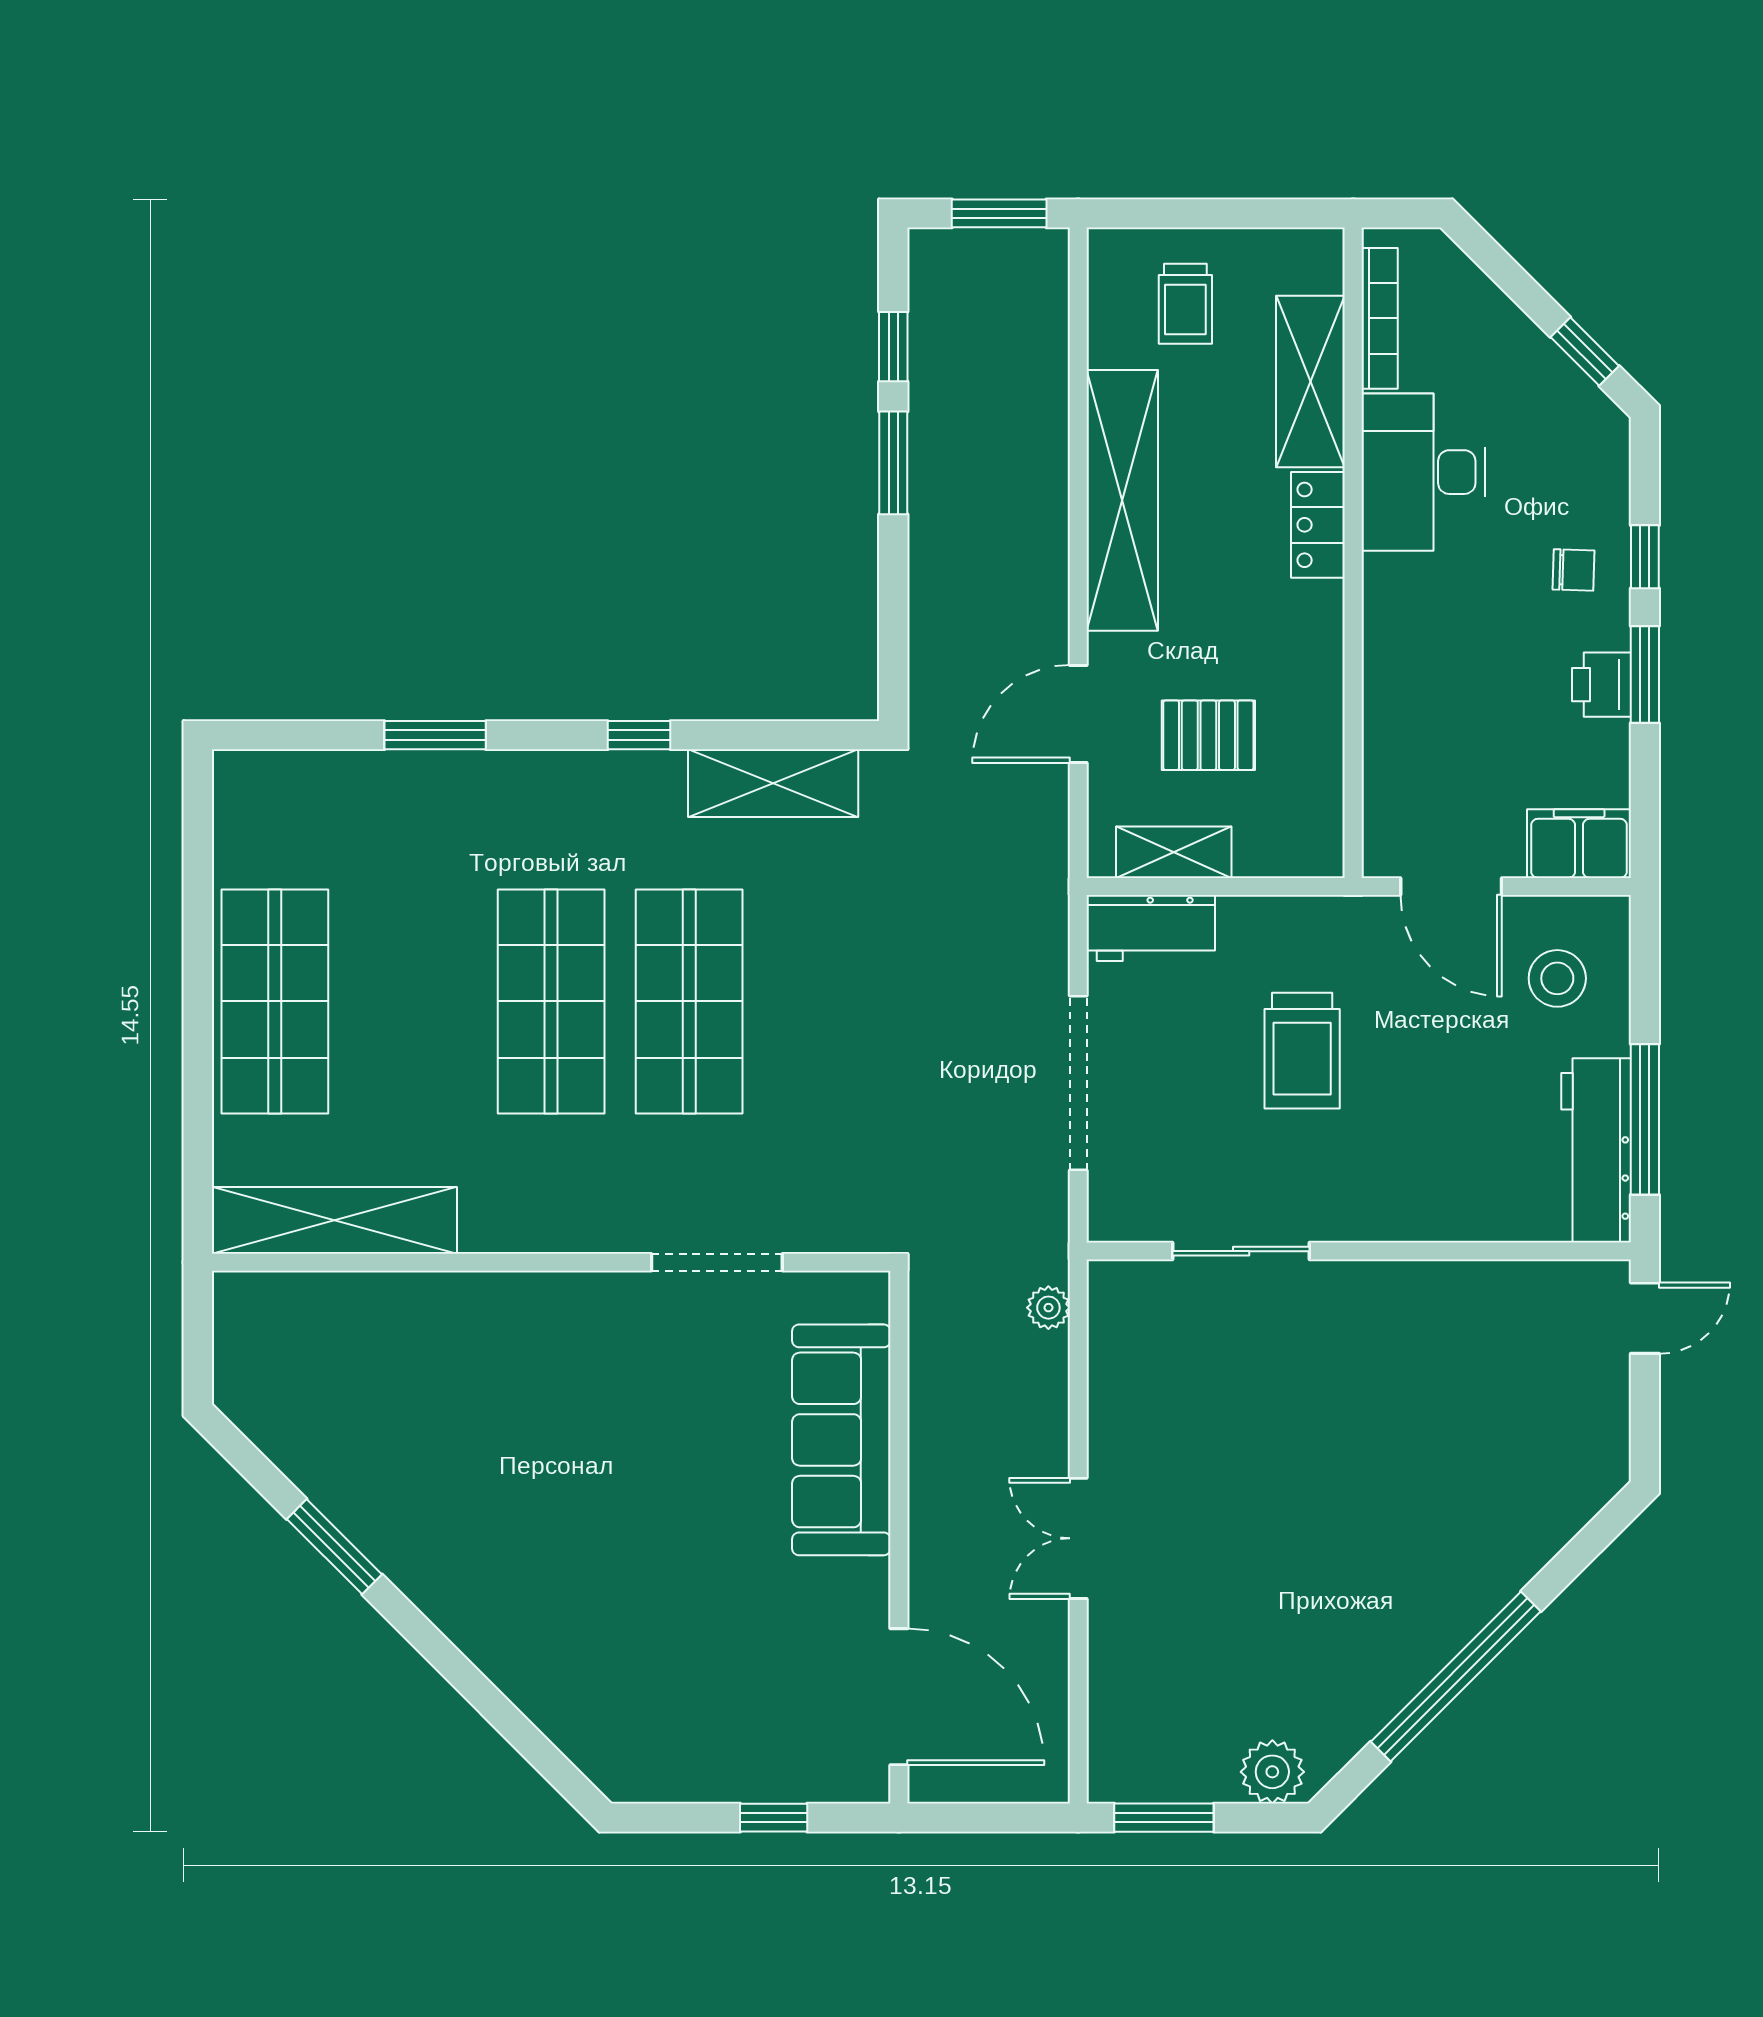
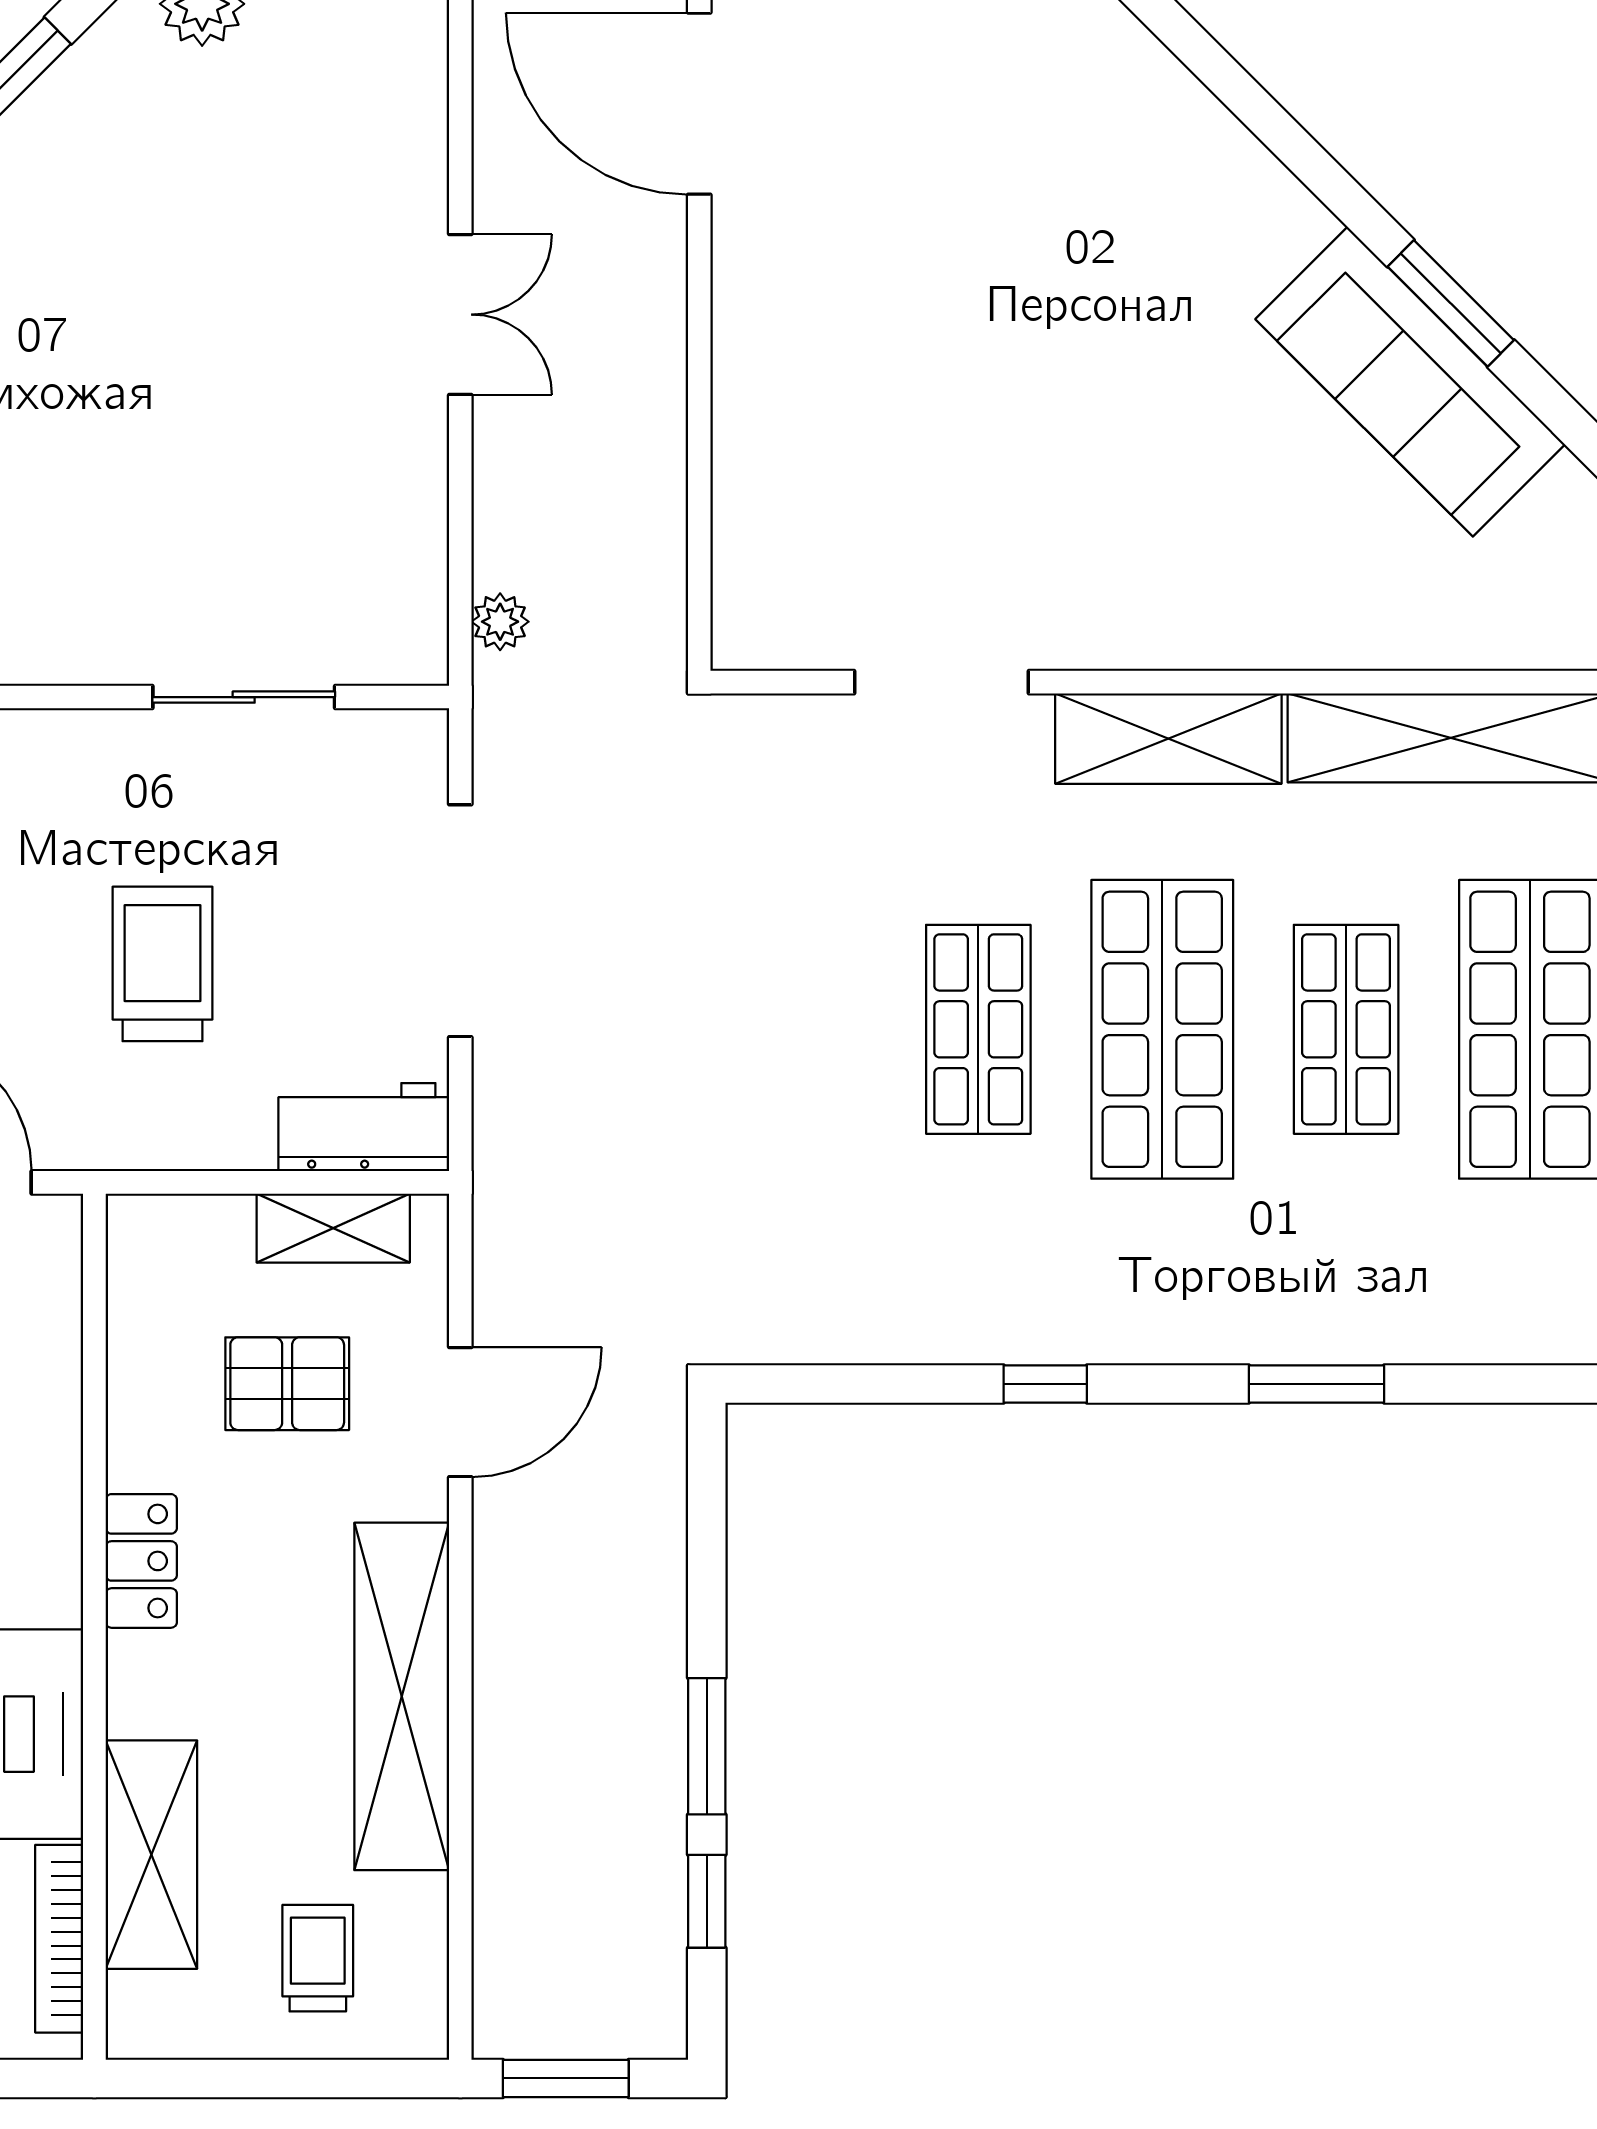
locker: (1318, 525) -> (141, 1561), moved
shelving: (773, 783) -> (1168, 739), moved
shop shelf: (413, 1001) -> (1346, 1029), added
shop shelf: (689, 1001) -> (978, 1029), width x0.70, depth x0.74
sofa: (841, 1440) -> (1410, 382), moved, turned 135

